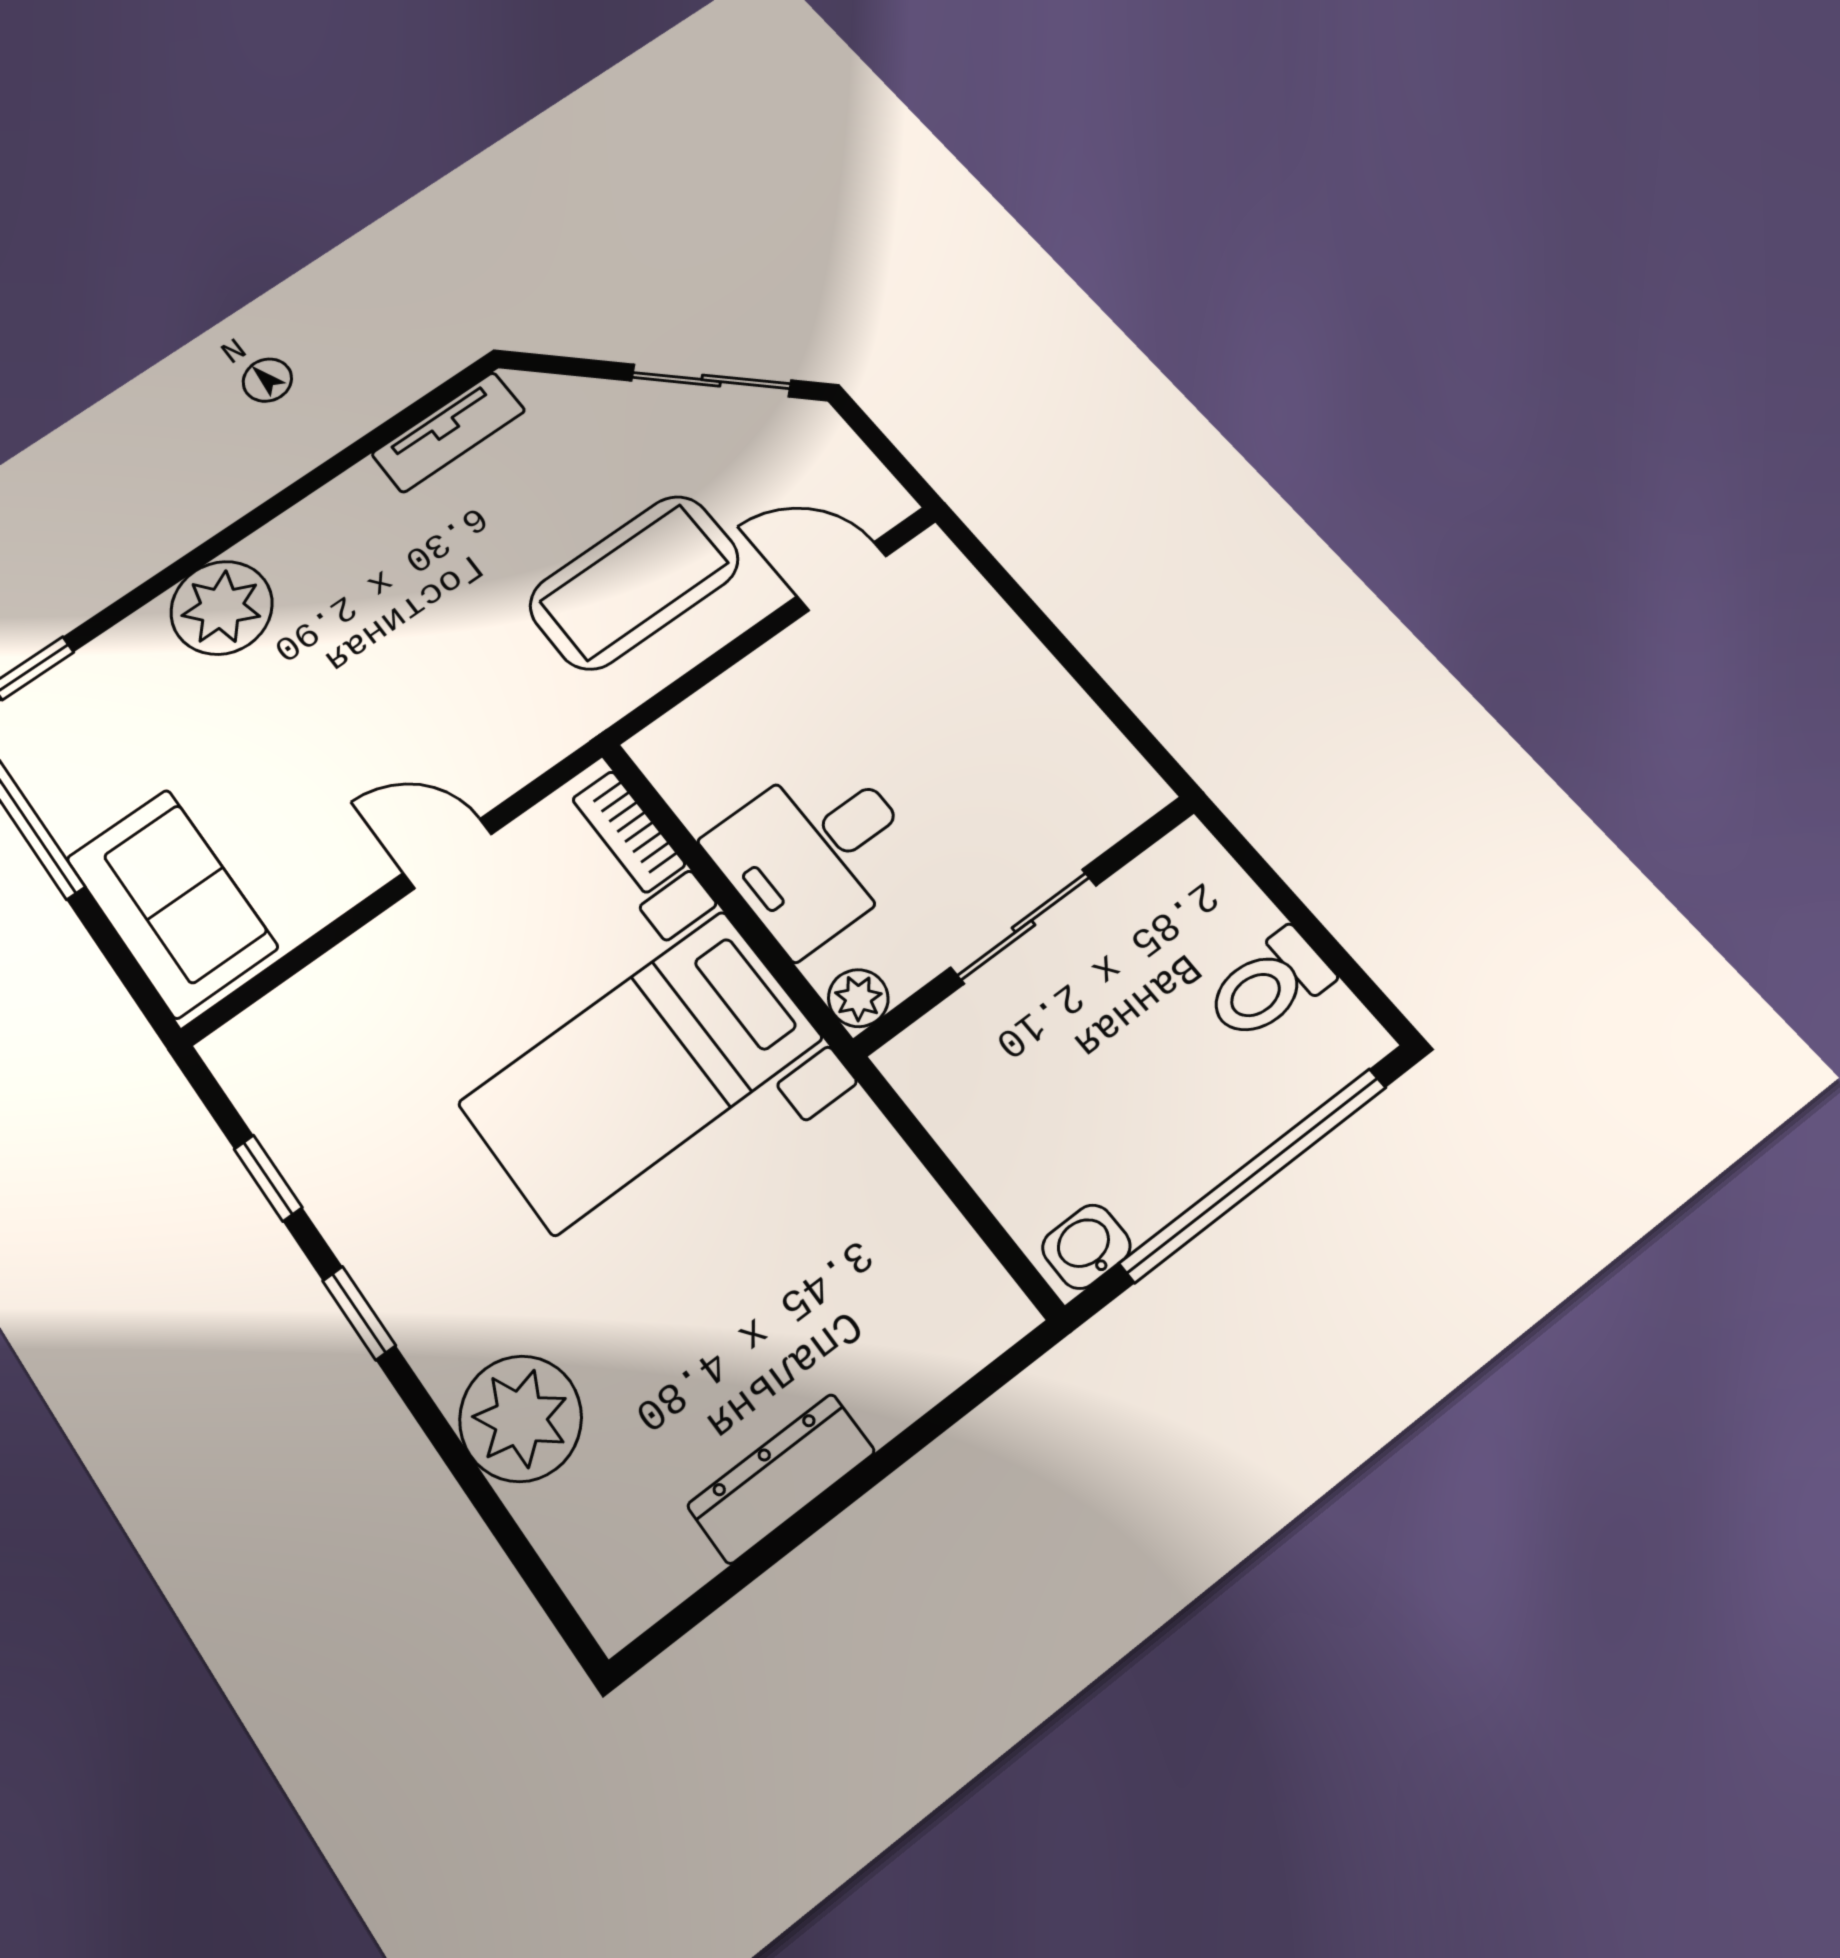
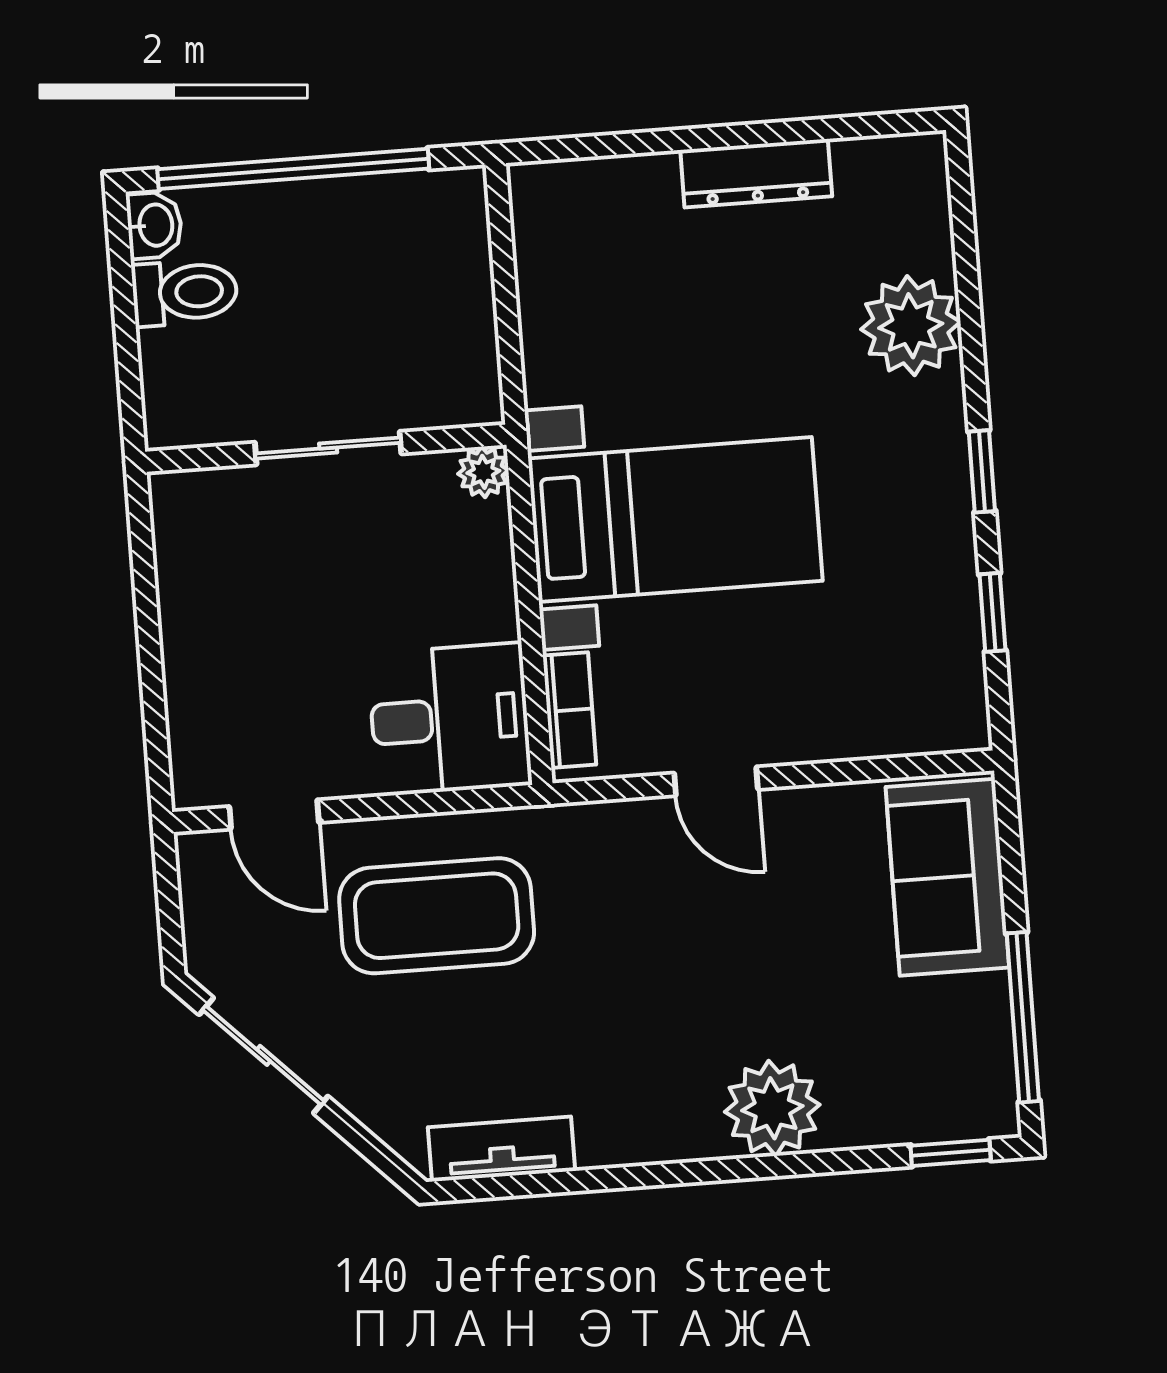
desk: (815, 851) -> (450, 719), moved
washbasin: (1086, 1247) -> (154, 225), moved, turned -90

